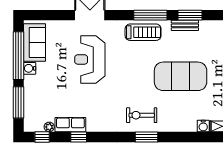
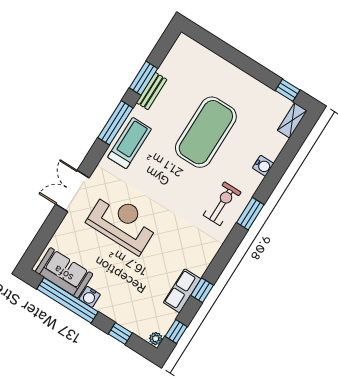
reception desk: (90, 59) -> (122, 223), turned 180
window: (18, 102) -> (120, 333), width x0.46
exercise bike: (142, 115) -> (222, 204), turned 180
water cooler: (203, 126) -> (263, 166), moved
plant: (49, 127) -> (156, 339), moved

